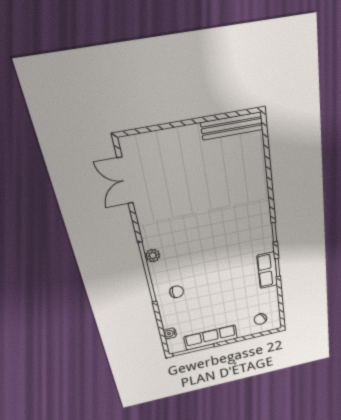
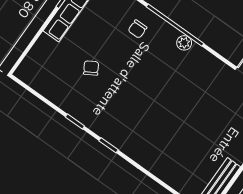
row of seats: (267, 270) -> (81, 112), removed
chair: (260, 319) -> (91, 68), moved

